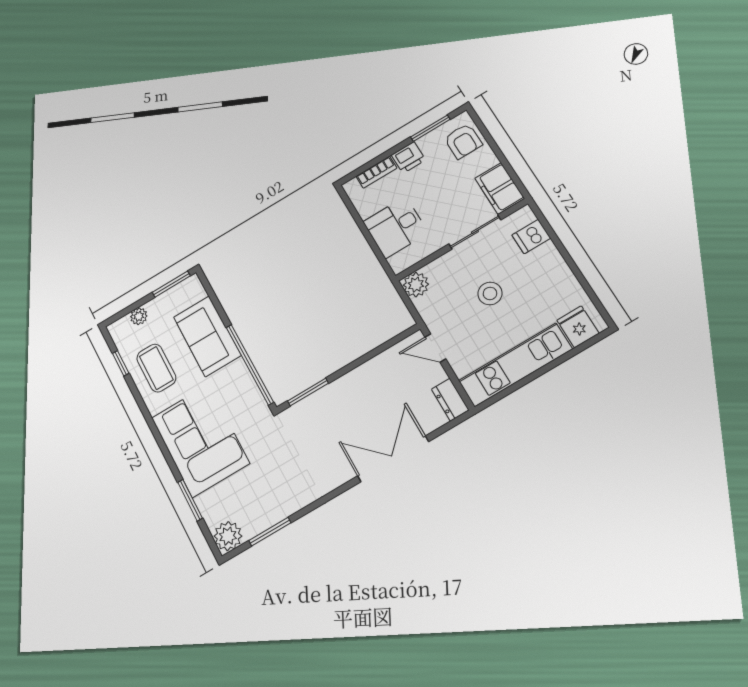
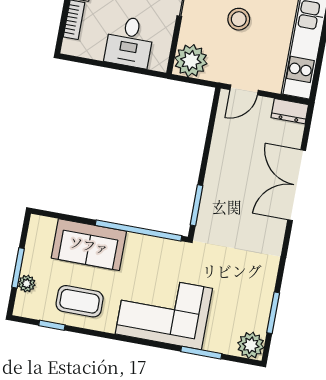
window: (171, 284) -> (18, 268), moved
plant: (416, 285) -> (191, 61), width x1.36, depth x1.36

